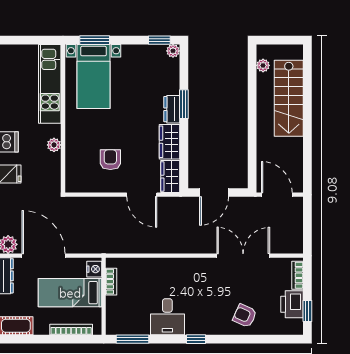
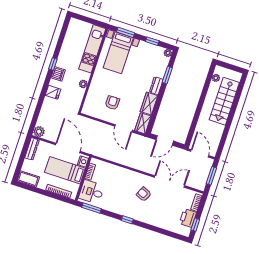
window: (159, 40) -> (152, 41), moved
window: (184, 104) -> (167, 75), moved
window: (307, 224) -> (211, 176), added
door: (44, 256) -> (68, 148), moved
armchair: (245, 316) -> (144, 194), moved
desk: (167, 317) -> (91, 192), moved, turned 90

